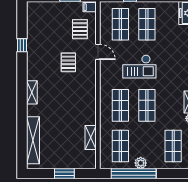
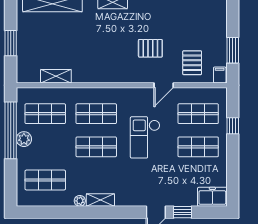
pallet: (80, 29) -> (192, 63), turned 90

